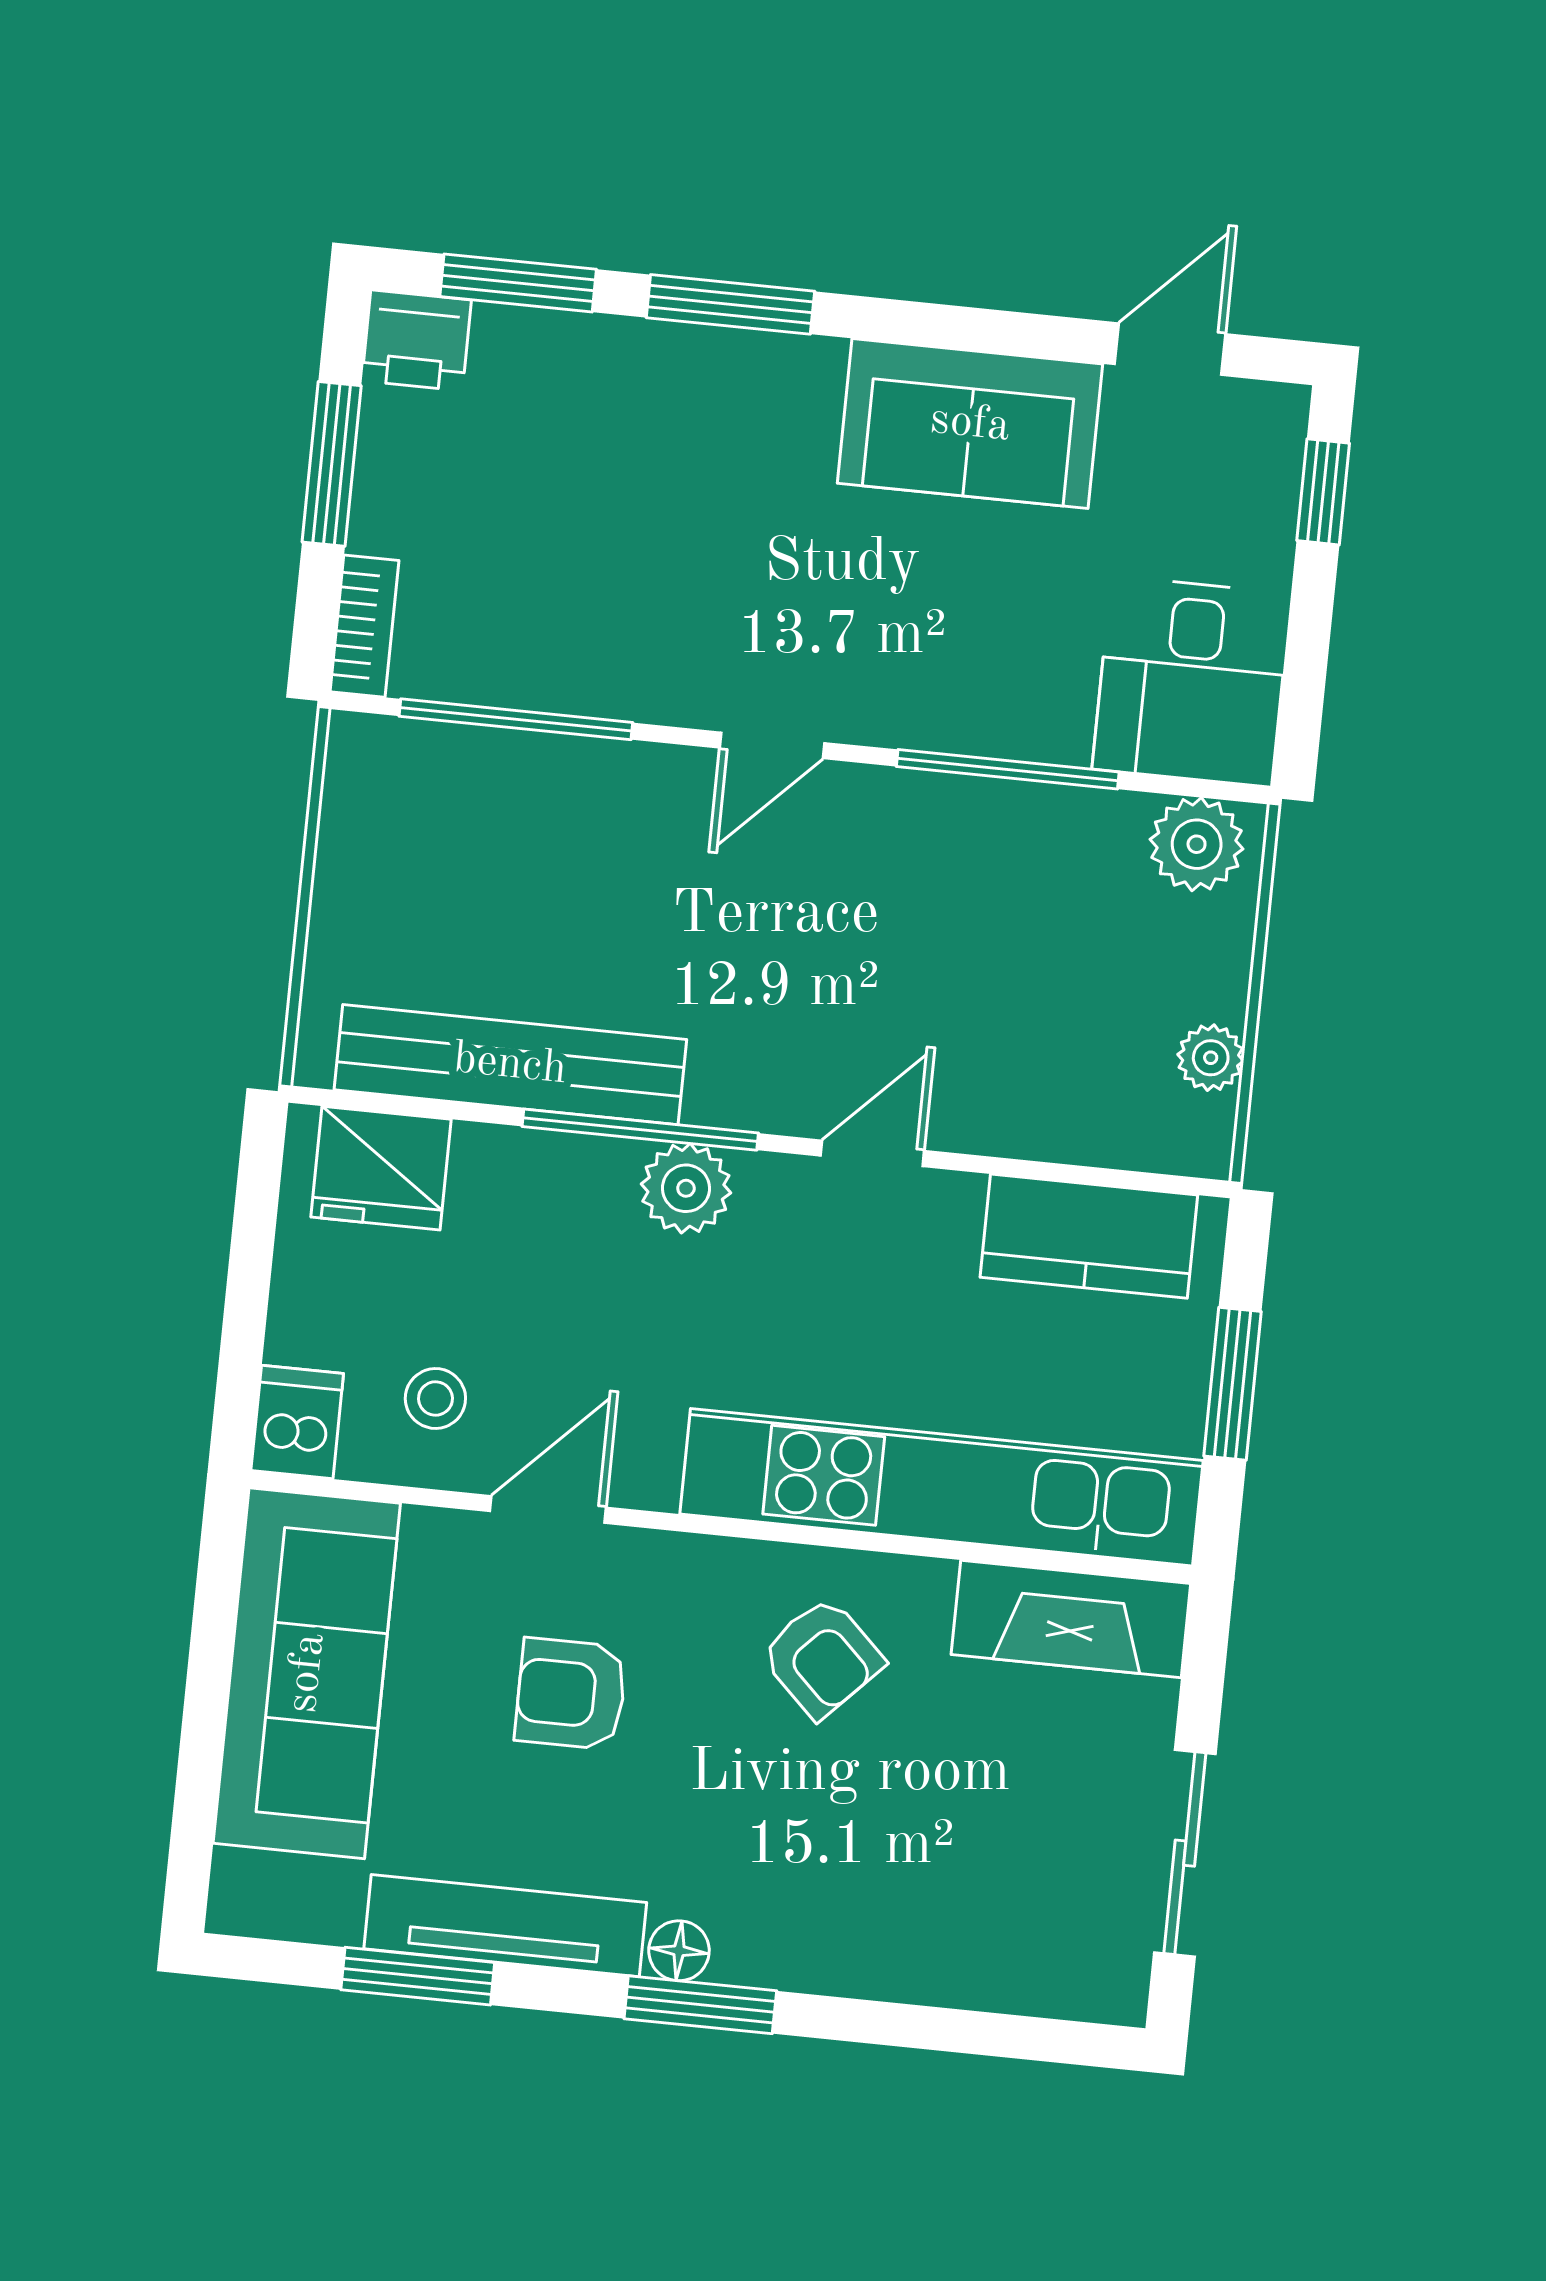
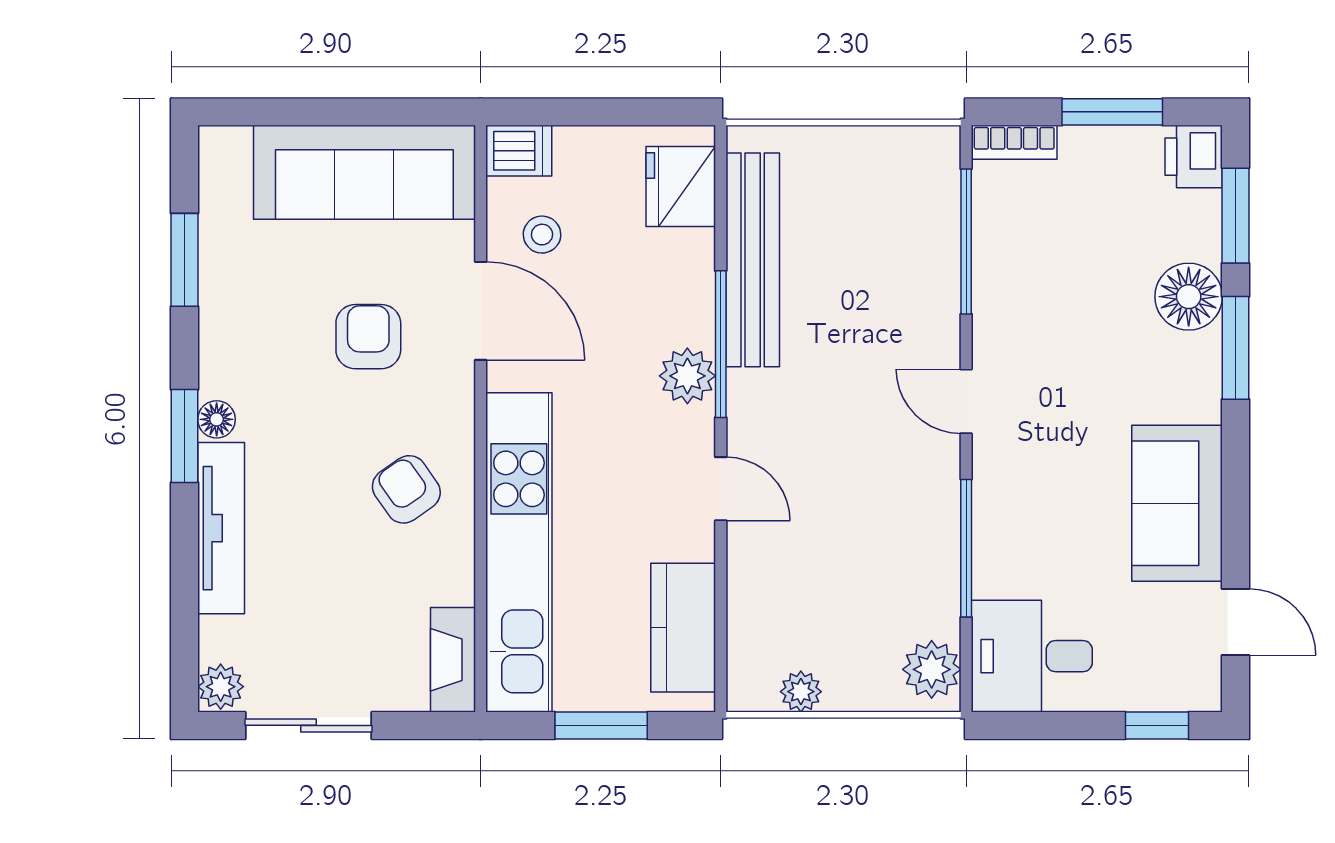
floor lamp: (640, 371) -> (1189, 297), added
door: (548, 1509) -> (481, 311), width x1.38
fireplace: (1071, 1619) -> (453, 660), width x0.73, depth x0.76
armchair: (822, 1658) -> (406, 489), turned 101
tv unit: (505, 1926) -> (221, 528), moved
plant: (1108, 1988) -> (221, 687), added

